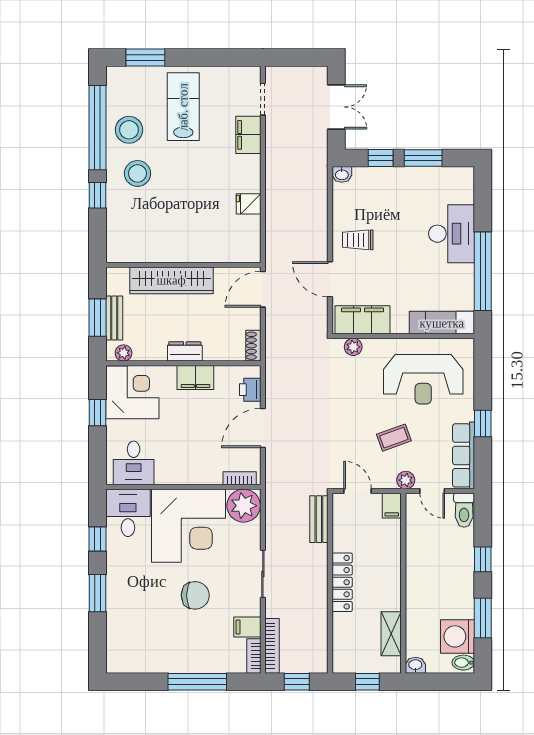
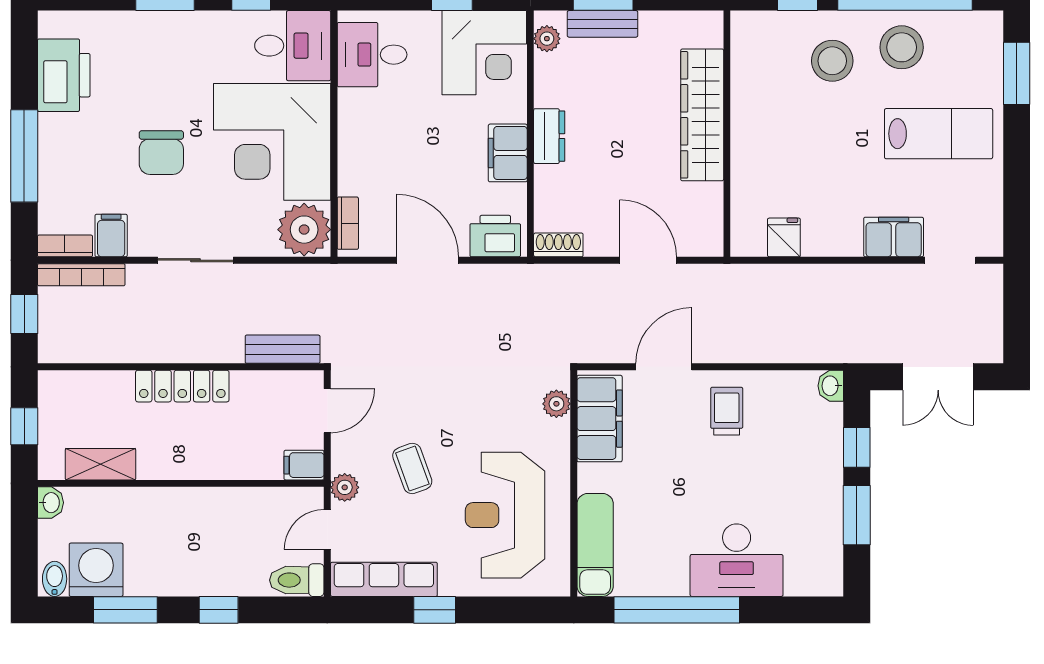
wall: (183, 265) -> (727, 134), moved
wardrobe: (171, 280) -> (702, 115), moved
printer: (250, 390) -> (495, 236), width x1.36, depth x1.24
printer: (147, 657) -> (64, 75), added

